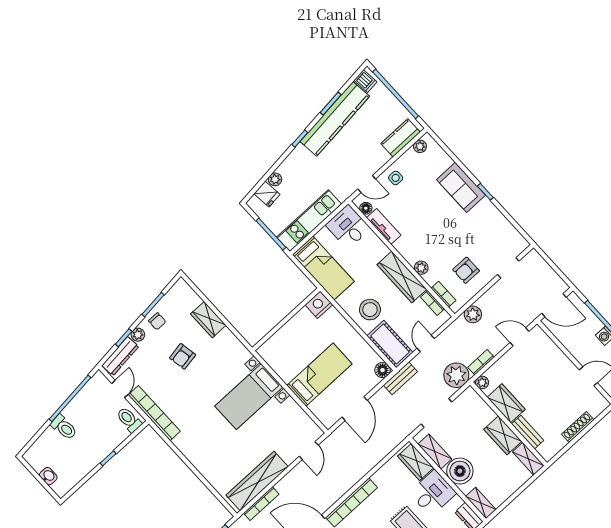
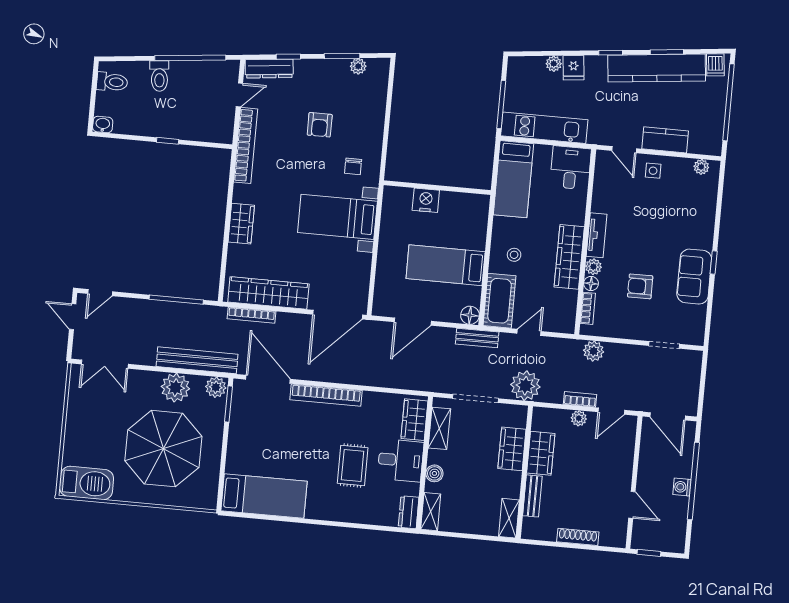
kitchen counter: (400, 138) -> (665, 140), moved
sofa: (461, 187) -> (694, 277), moved
fridge: (267, 194) -> (574, 68), moved
floor lamp: (366, 208) -> (591, 284), moved
tv unit: (384, 226) -> (597, 235), moved
armchair: (466, 270) -> (640, 286), moved
bookcase: (432, 303) -> (571, 305), removed
nightstand: (319, 305) -> (426, 200), moved
stool: (370, 310) -> (514, 255), width x0.53, depth x0.53
wardrobe: (208, 320) -> (241, 224), moved, turned 180
chair: (157, 321) -> (353, 166), moved
plant: (138, 335) -> (358, 66), moved
door: (519, 337) -> (611, 411), swing flipped
armchair: (183, 356) -> (320, 125), turned -80
bookcase: (481, 362) -> (580, 399), moved
bed: (319, 375) -> (446, 265), moved, turned 180
plant: (482, 382) -> (579, 418), moved
toilet: (129, 420) -> (112, 82), moved, turned 90
wardrobe: (503, 435) -> (512, 449), moved
door: (309, 451) -> (338, 315), width x1.88
boiler: (460, 471) -> (434, 473), width x0.54, depth x0.54
washbasin: (48, 476) -> (103, 125), moved, turned -90

